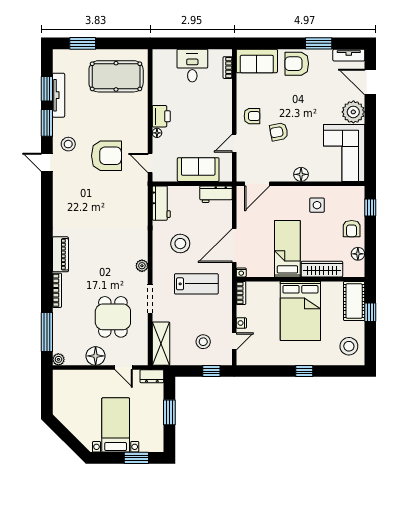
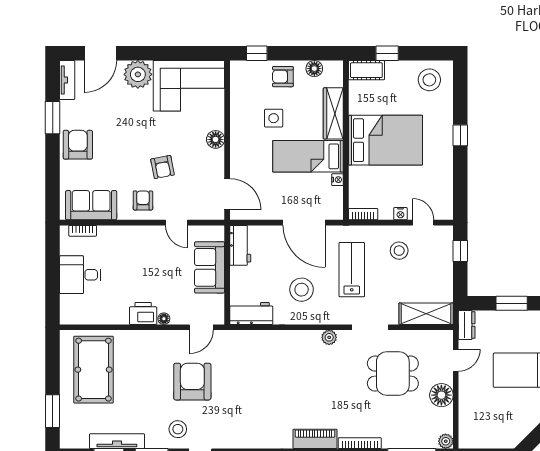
sofa: (257, 61) -> (91, 205), moved, turned -90
armchair: (297, 64) -> (78, 145), turned 180
side table: (317, 205) -> (274, 118), moved
armchair: (352, 229) -> (283, 77), turned 180
nightstand: (241, 272) -> (337, 180), moved
cot: (354, 301) -> (366, 70), width x0.73, depth x0.75
stool: (203, 342) -> (399, 251), moved

